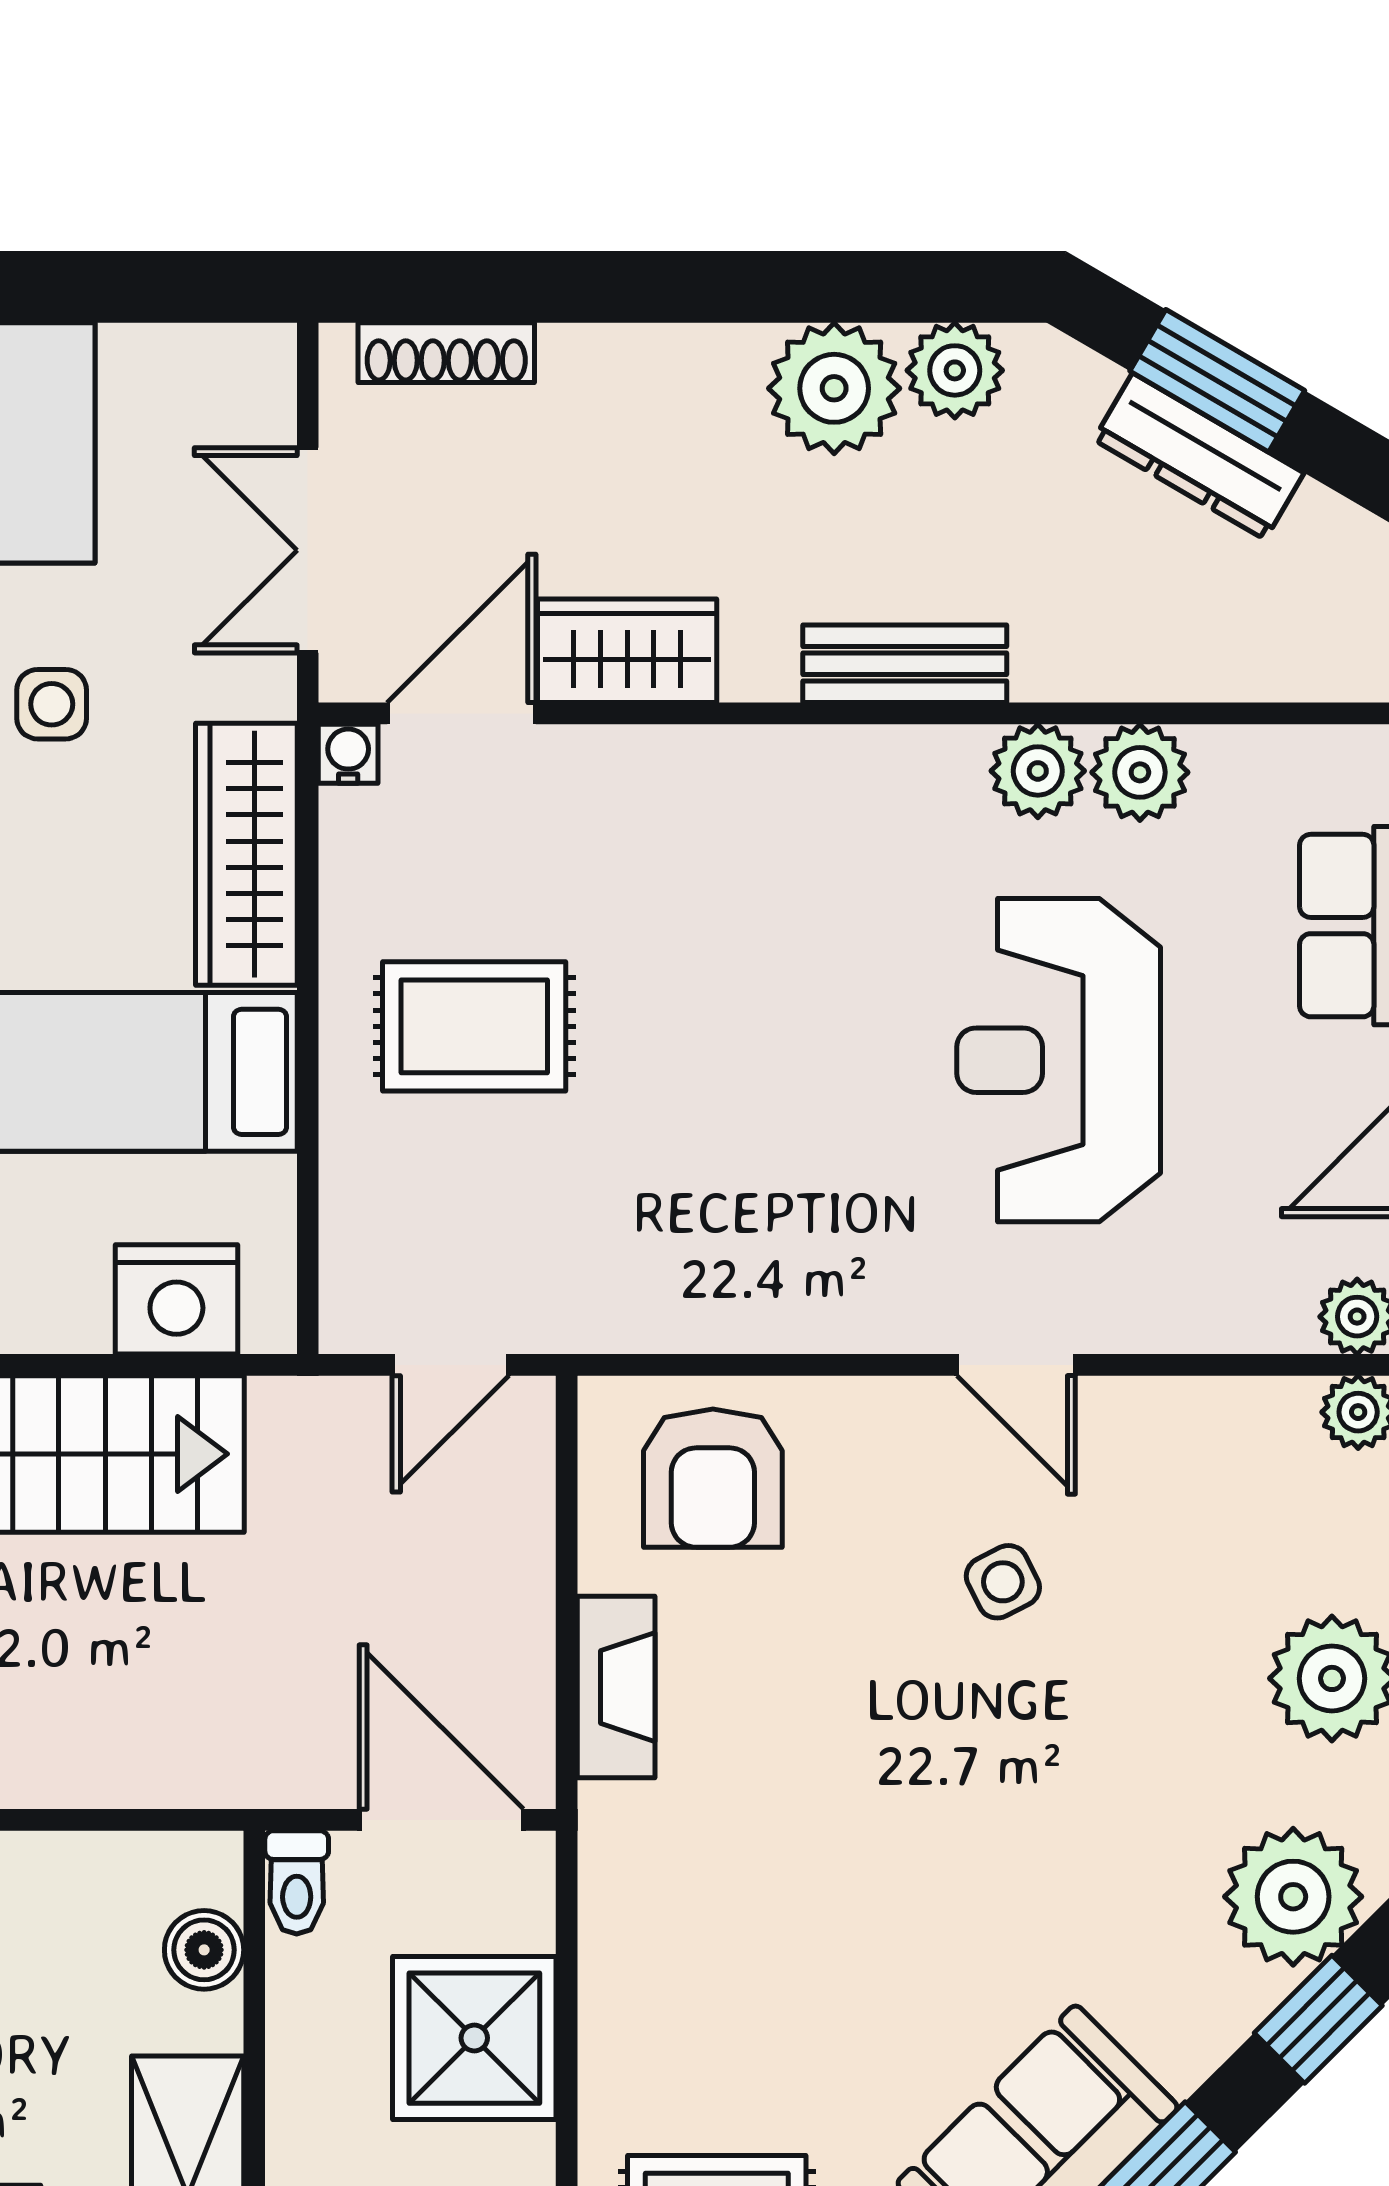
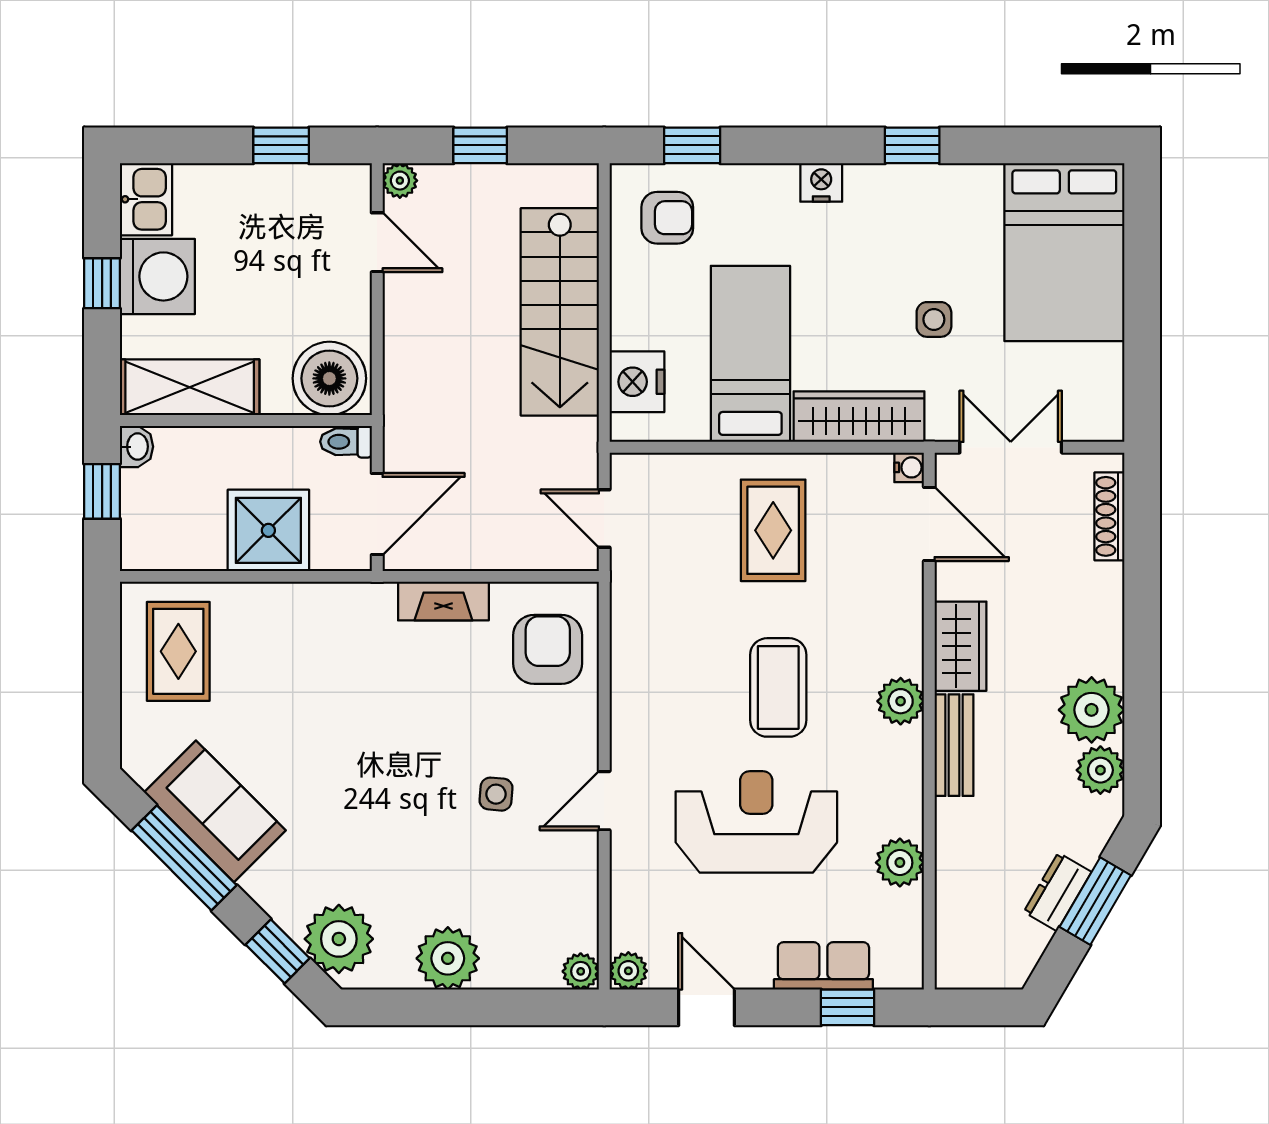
dresser: (1199, 456) -> (1058, 892), width x0.70
wardrobe: (627, 651) -> (961, 646), moved
plant: (1038, 771) -> (901, 701), moved
coffee table: (789, 1016) -> (778, 687), added
armchair: (713, 1478) -> (548, 649), turned 90
side table: (1003, 1582) -> (496, 794), turned 32
boiler: (204, 1950) -> (329, 378), width x1.86, depth x1.86

